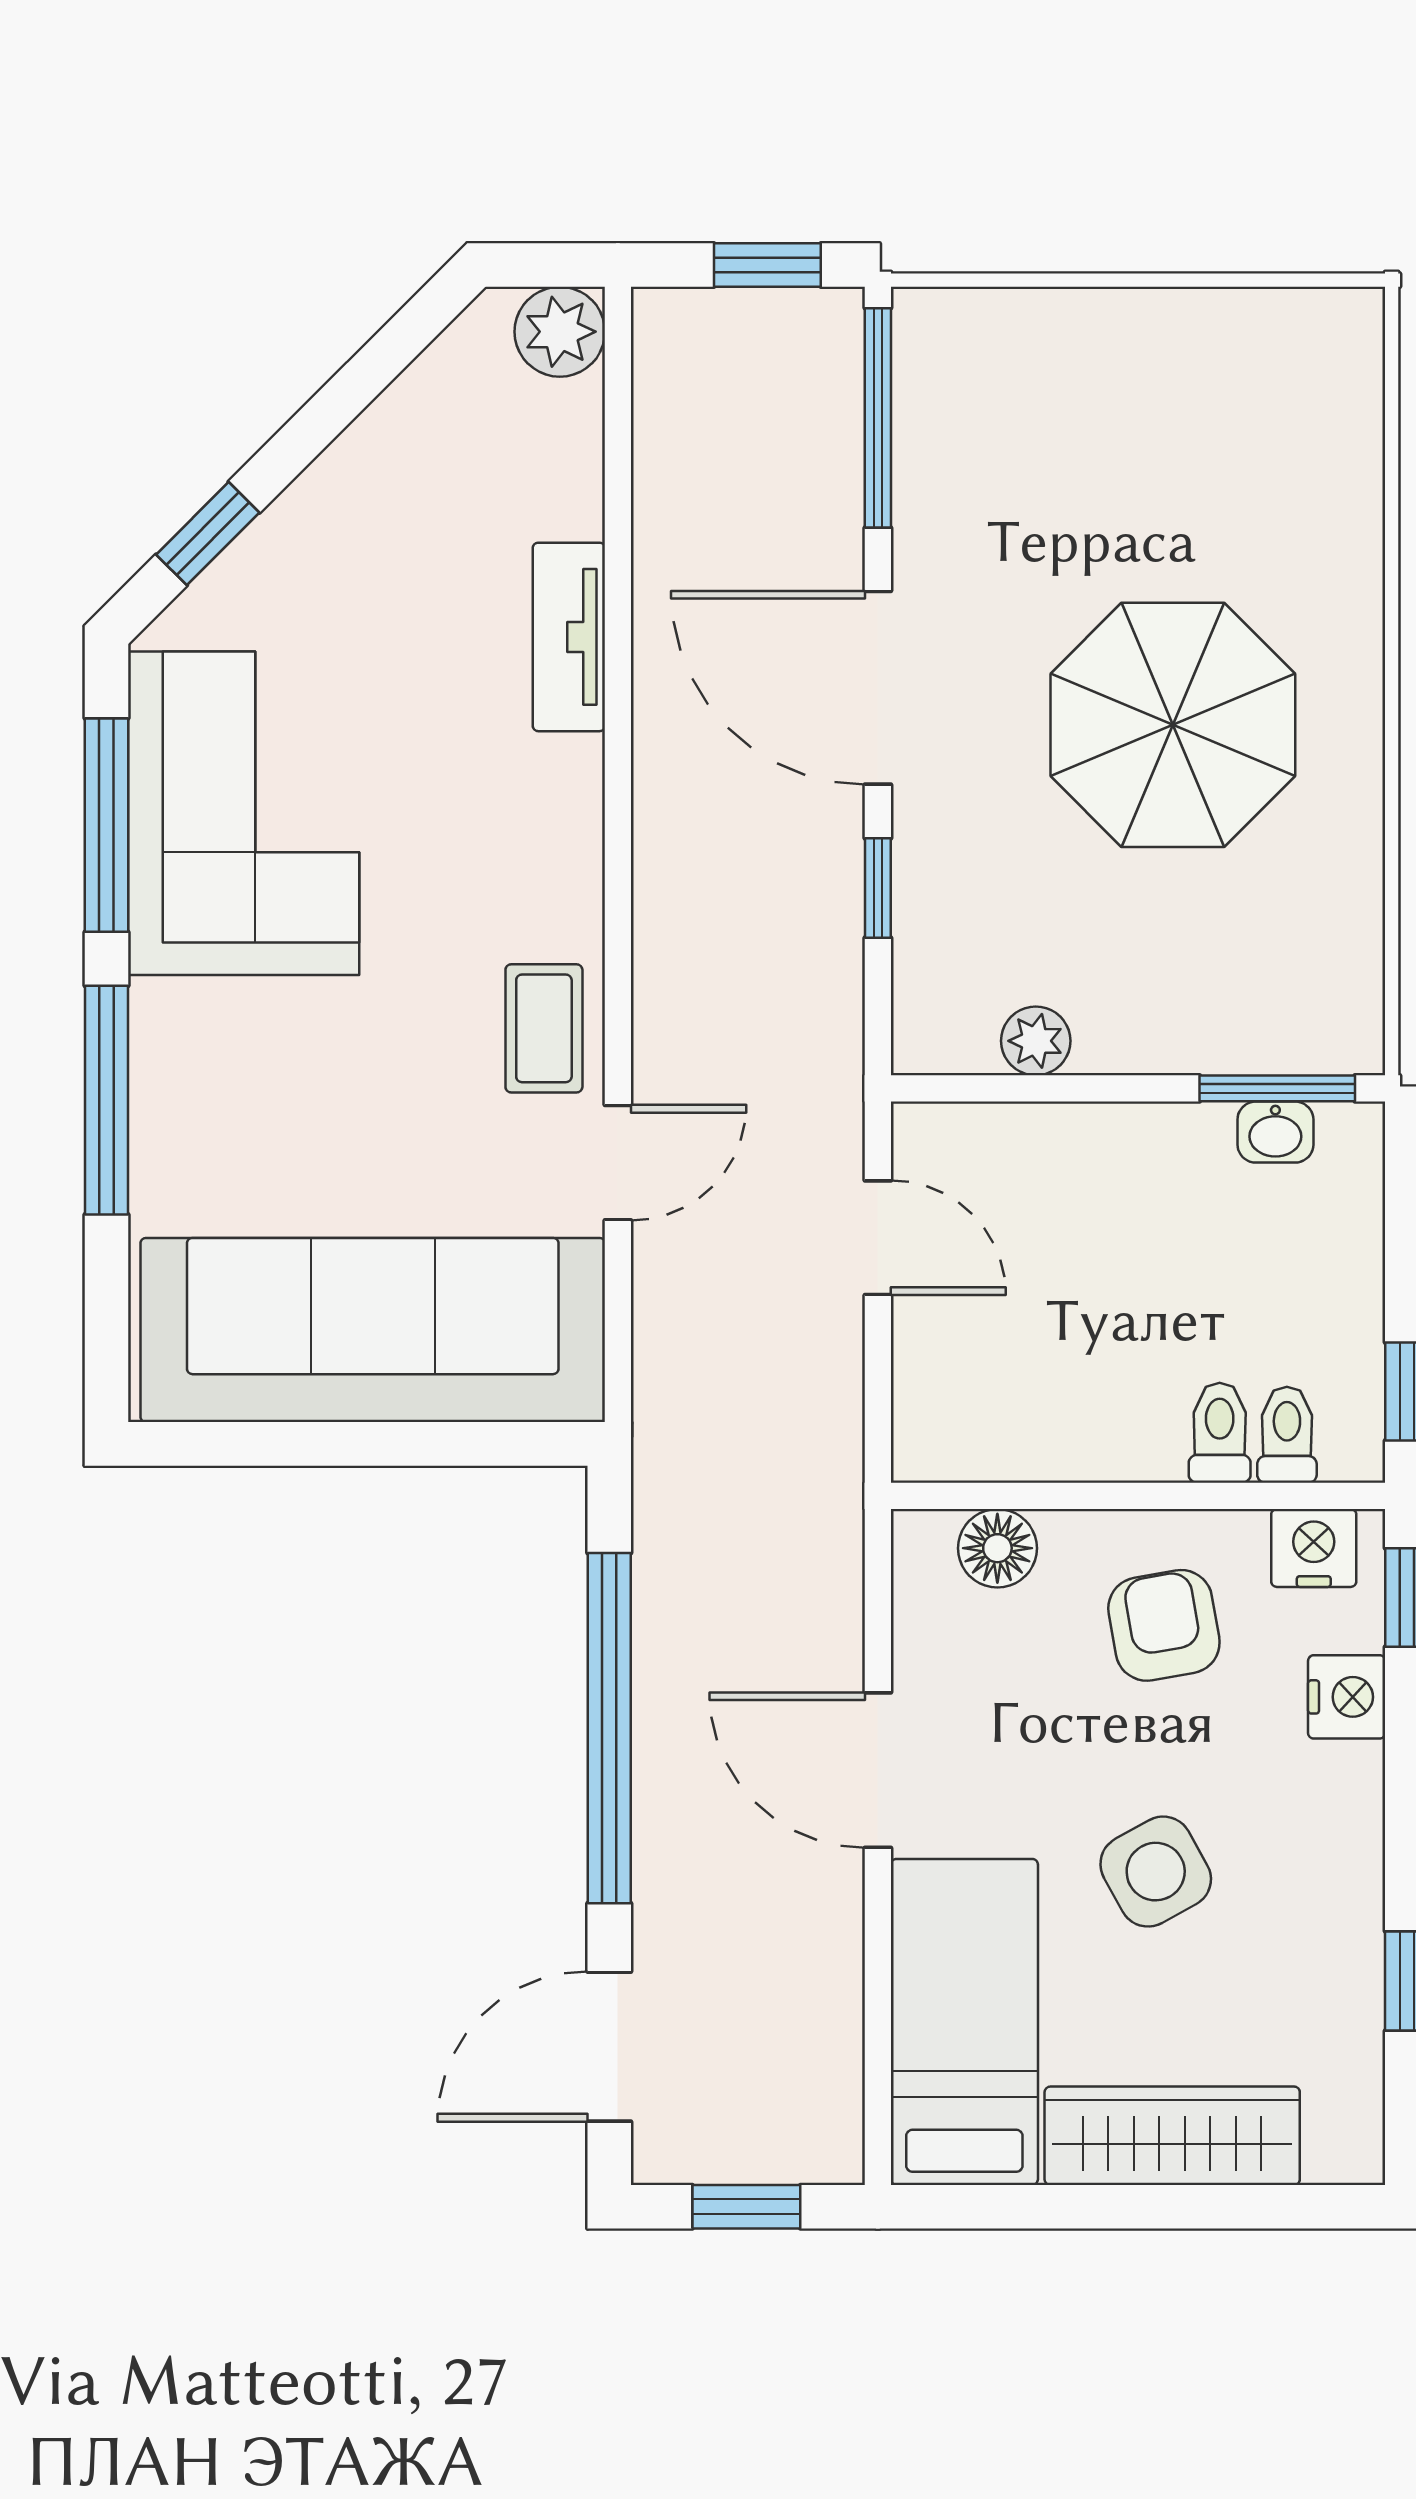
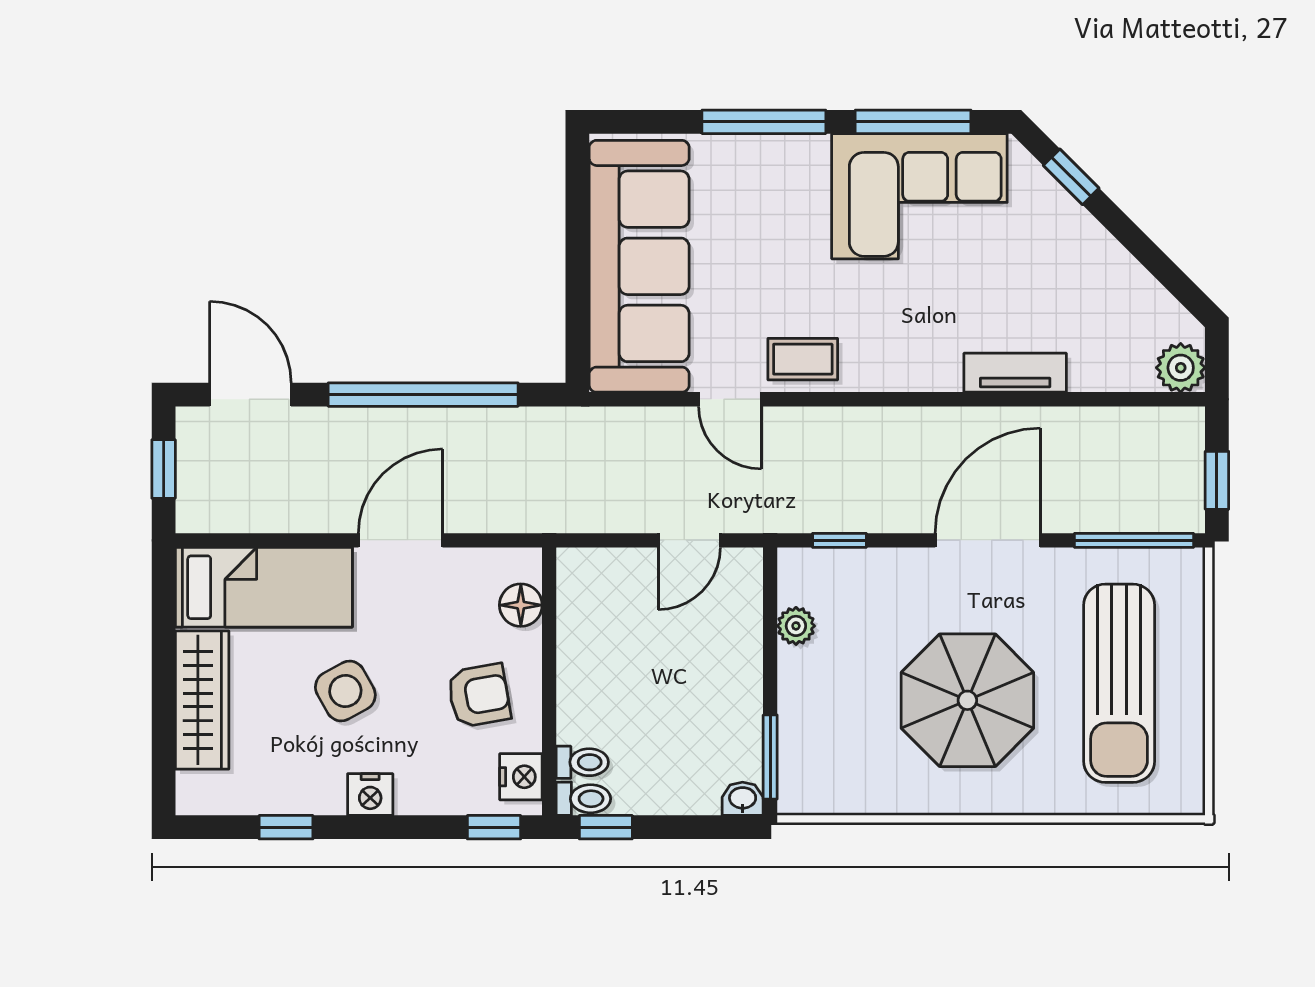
sun lounger: (1141, 445) -> (1119, 683), added
window: (878, 888) -> (839, 540), moved
washbasin: (1275, 1132) -> (743, 799), moved, turned 90
toilet: (1220, 1433) -> (583, 799), moved
nightstand: (1347, 1697) -> (370, 795), moved

